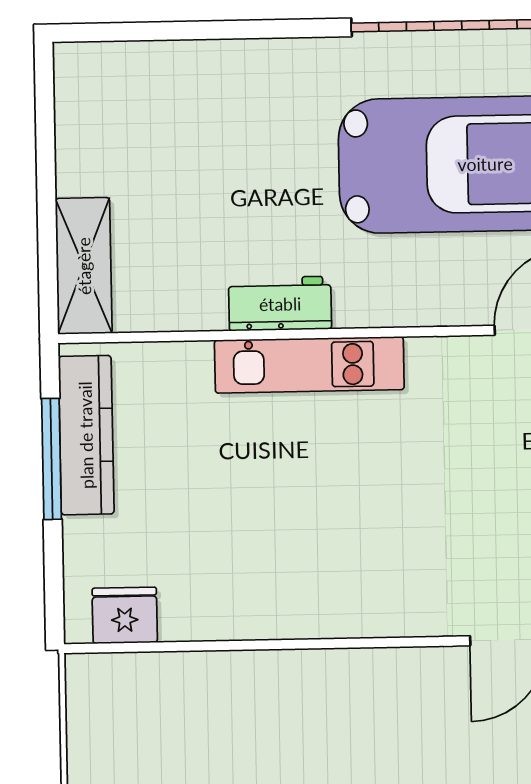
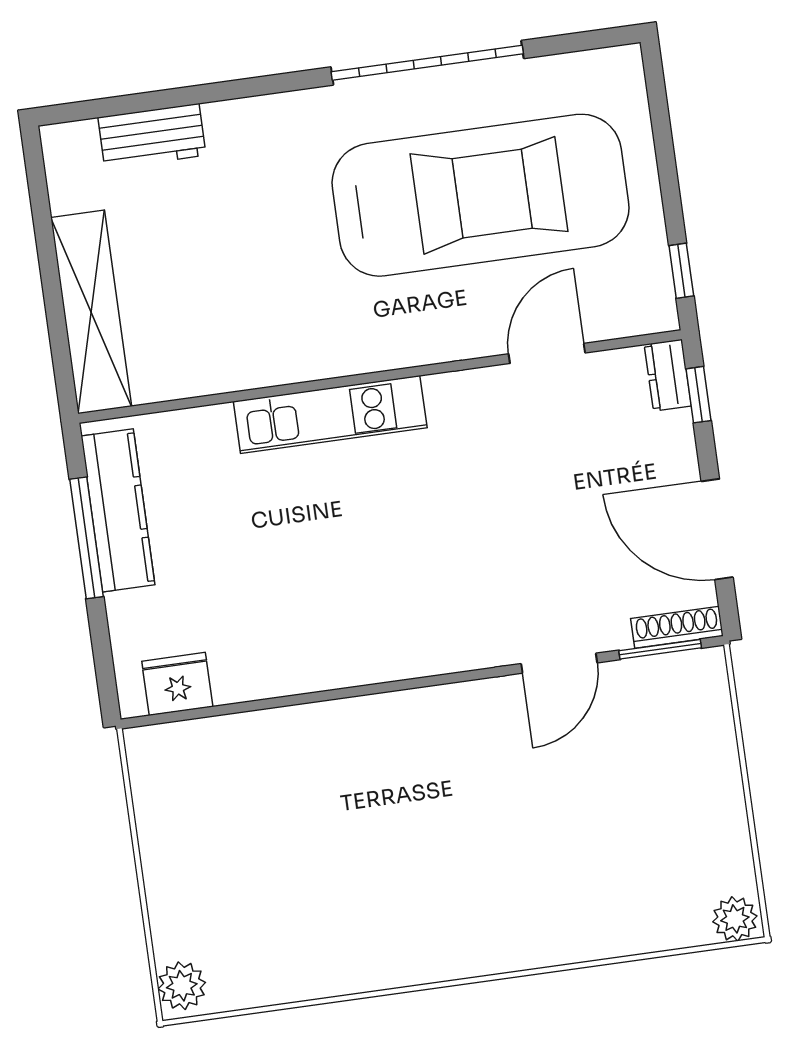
shelving: (84, 266) -> (91, 312), width x1.47
workbench: (280, 304) -> (152, 136), moved, turned 180

